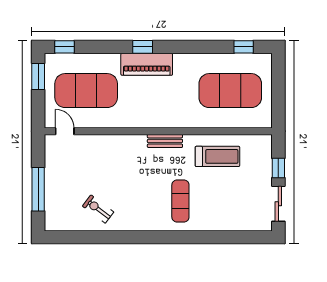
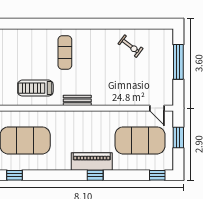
window: (38, 77) -> (178, 137), moved

